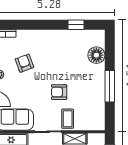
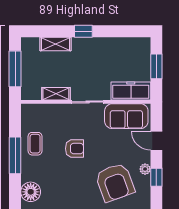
armchair: (25, 63) -> (115, 182), width x1.88, depth x1.88
coffee table: (68, 119) -> (35, 144), moved

